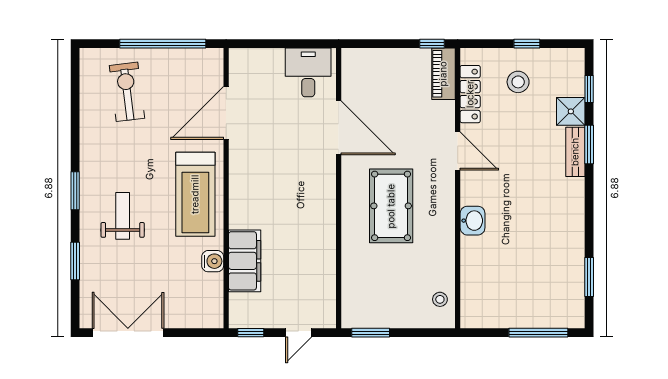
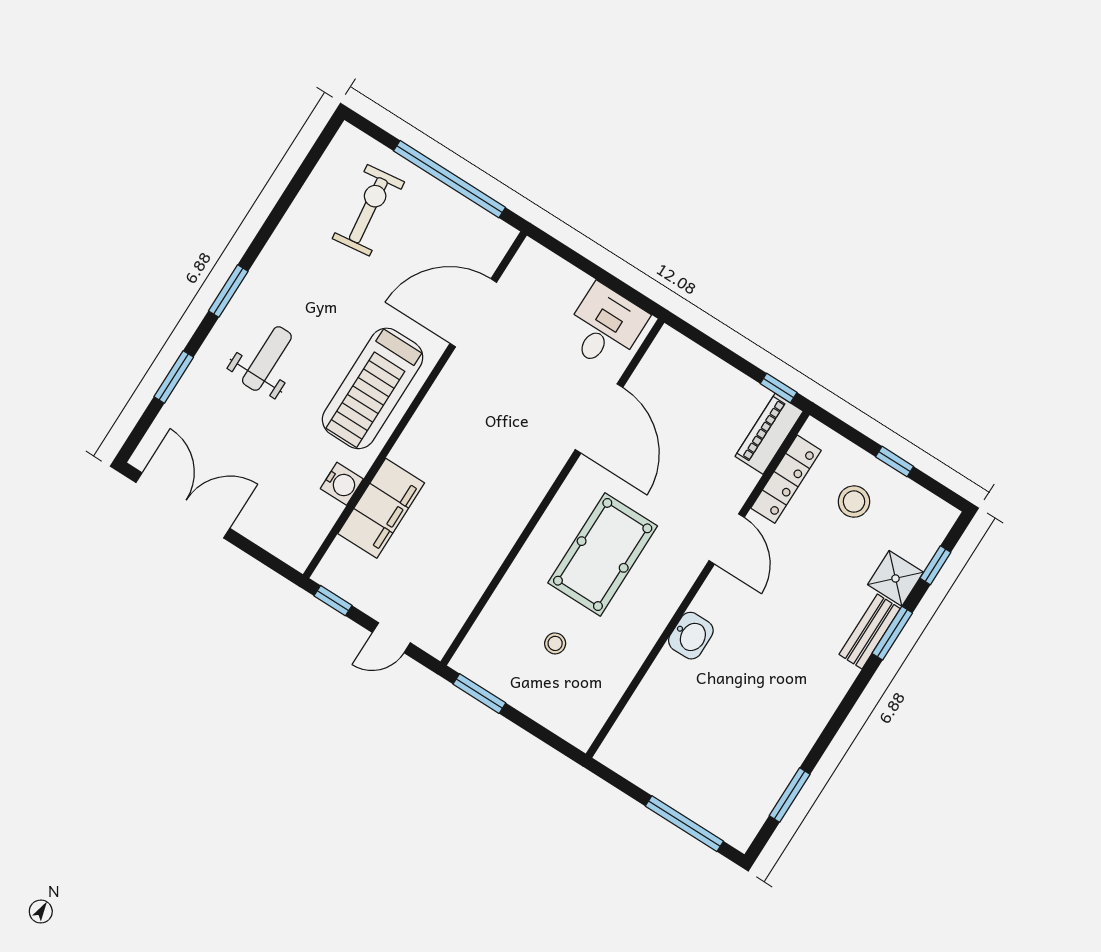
stool: (440, 299) -> (555, 643), moved

